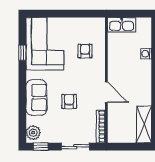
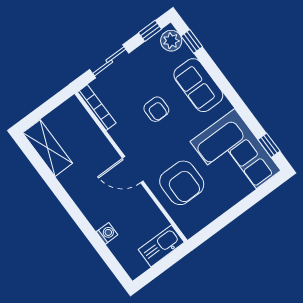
armchair: (85, 51) -> (182, 183), width x1.88, depth x1.88
window: (22, 53) -> (269, 145), moved
door: (106, 92) -> (133, 170), moved
window: (22, 124) -> (192, 41), added

